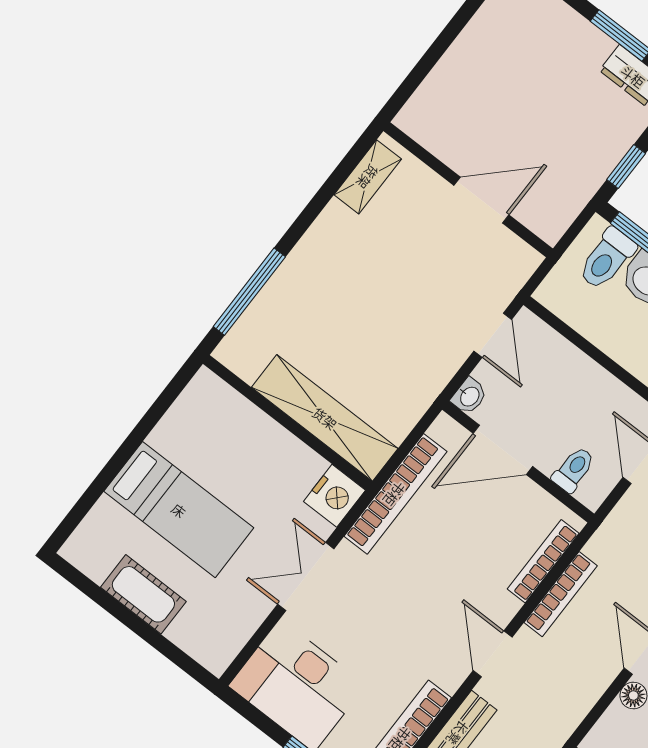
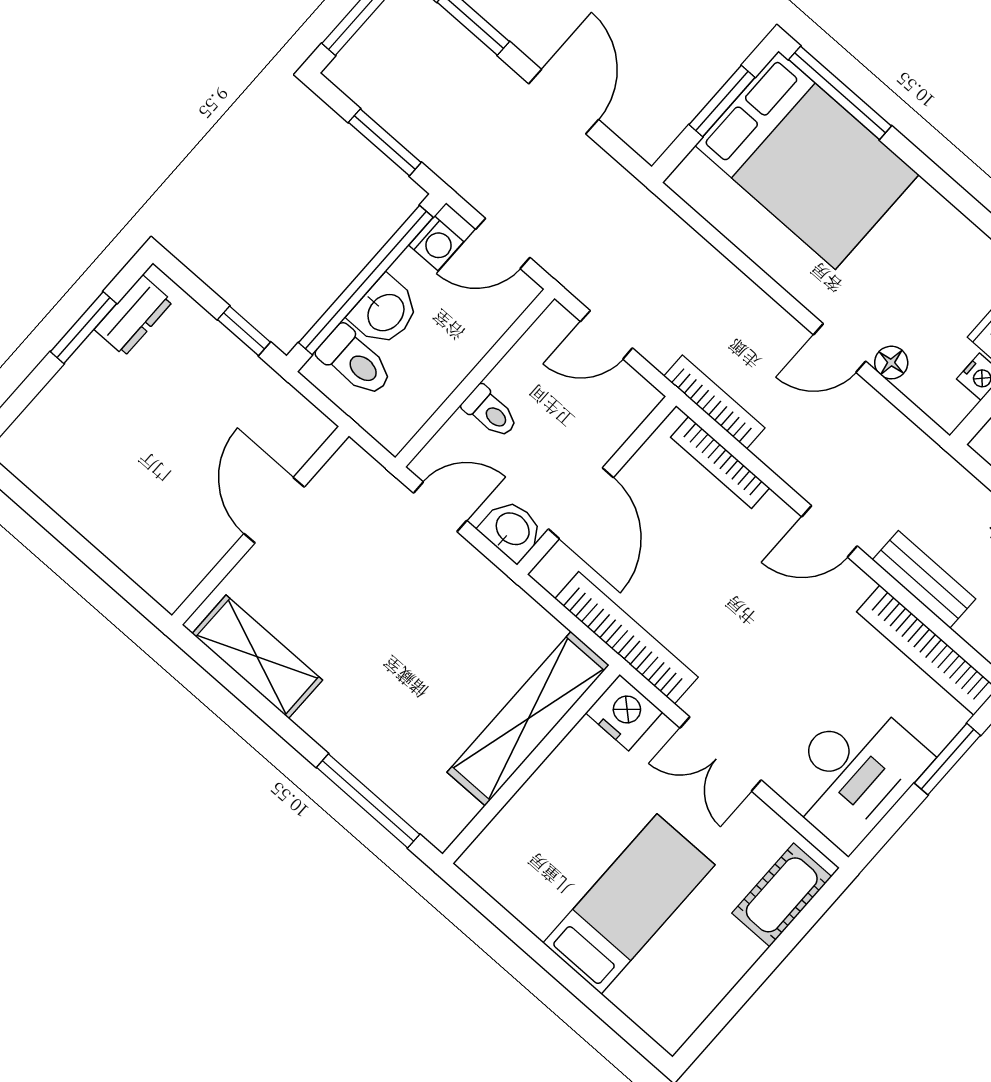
shelving: (368, 177) -> (257, 657), width x1.50, depth x1.33
washbasin: (469, 396) -> (512, 530), width x1.38, depth x1.45
toilet: (574, 470) -> (490, 412), moved, turned 180
cot: (143, 594) -> (782, 895), moved
bookcase: (561, 594) -> (714, 402), moved

